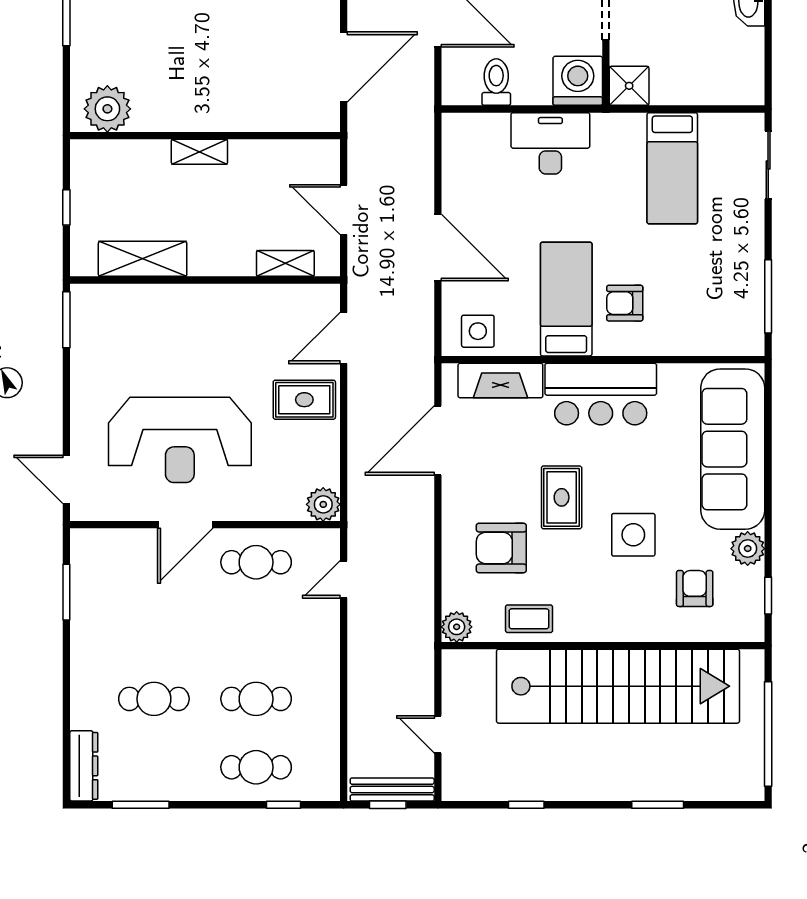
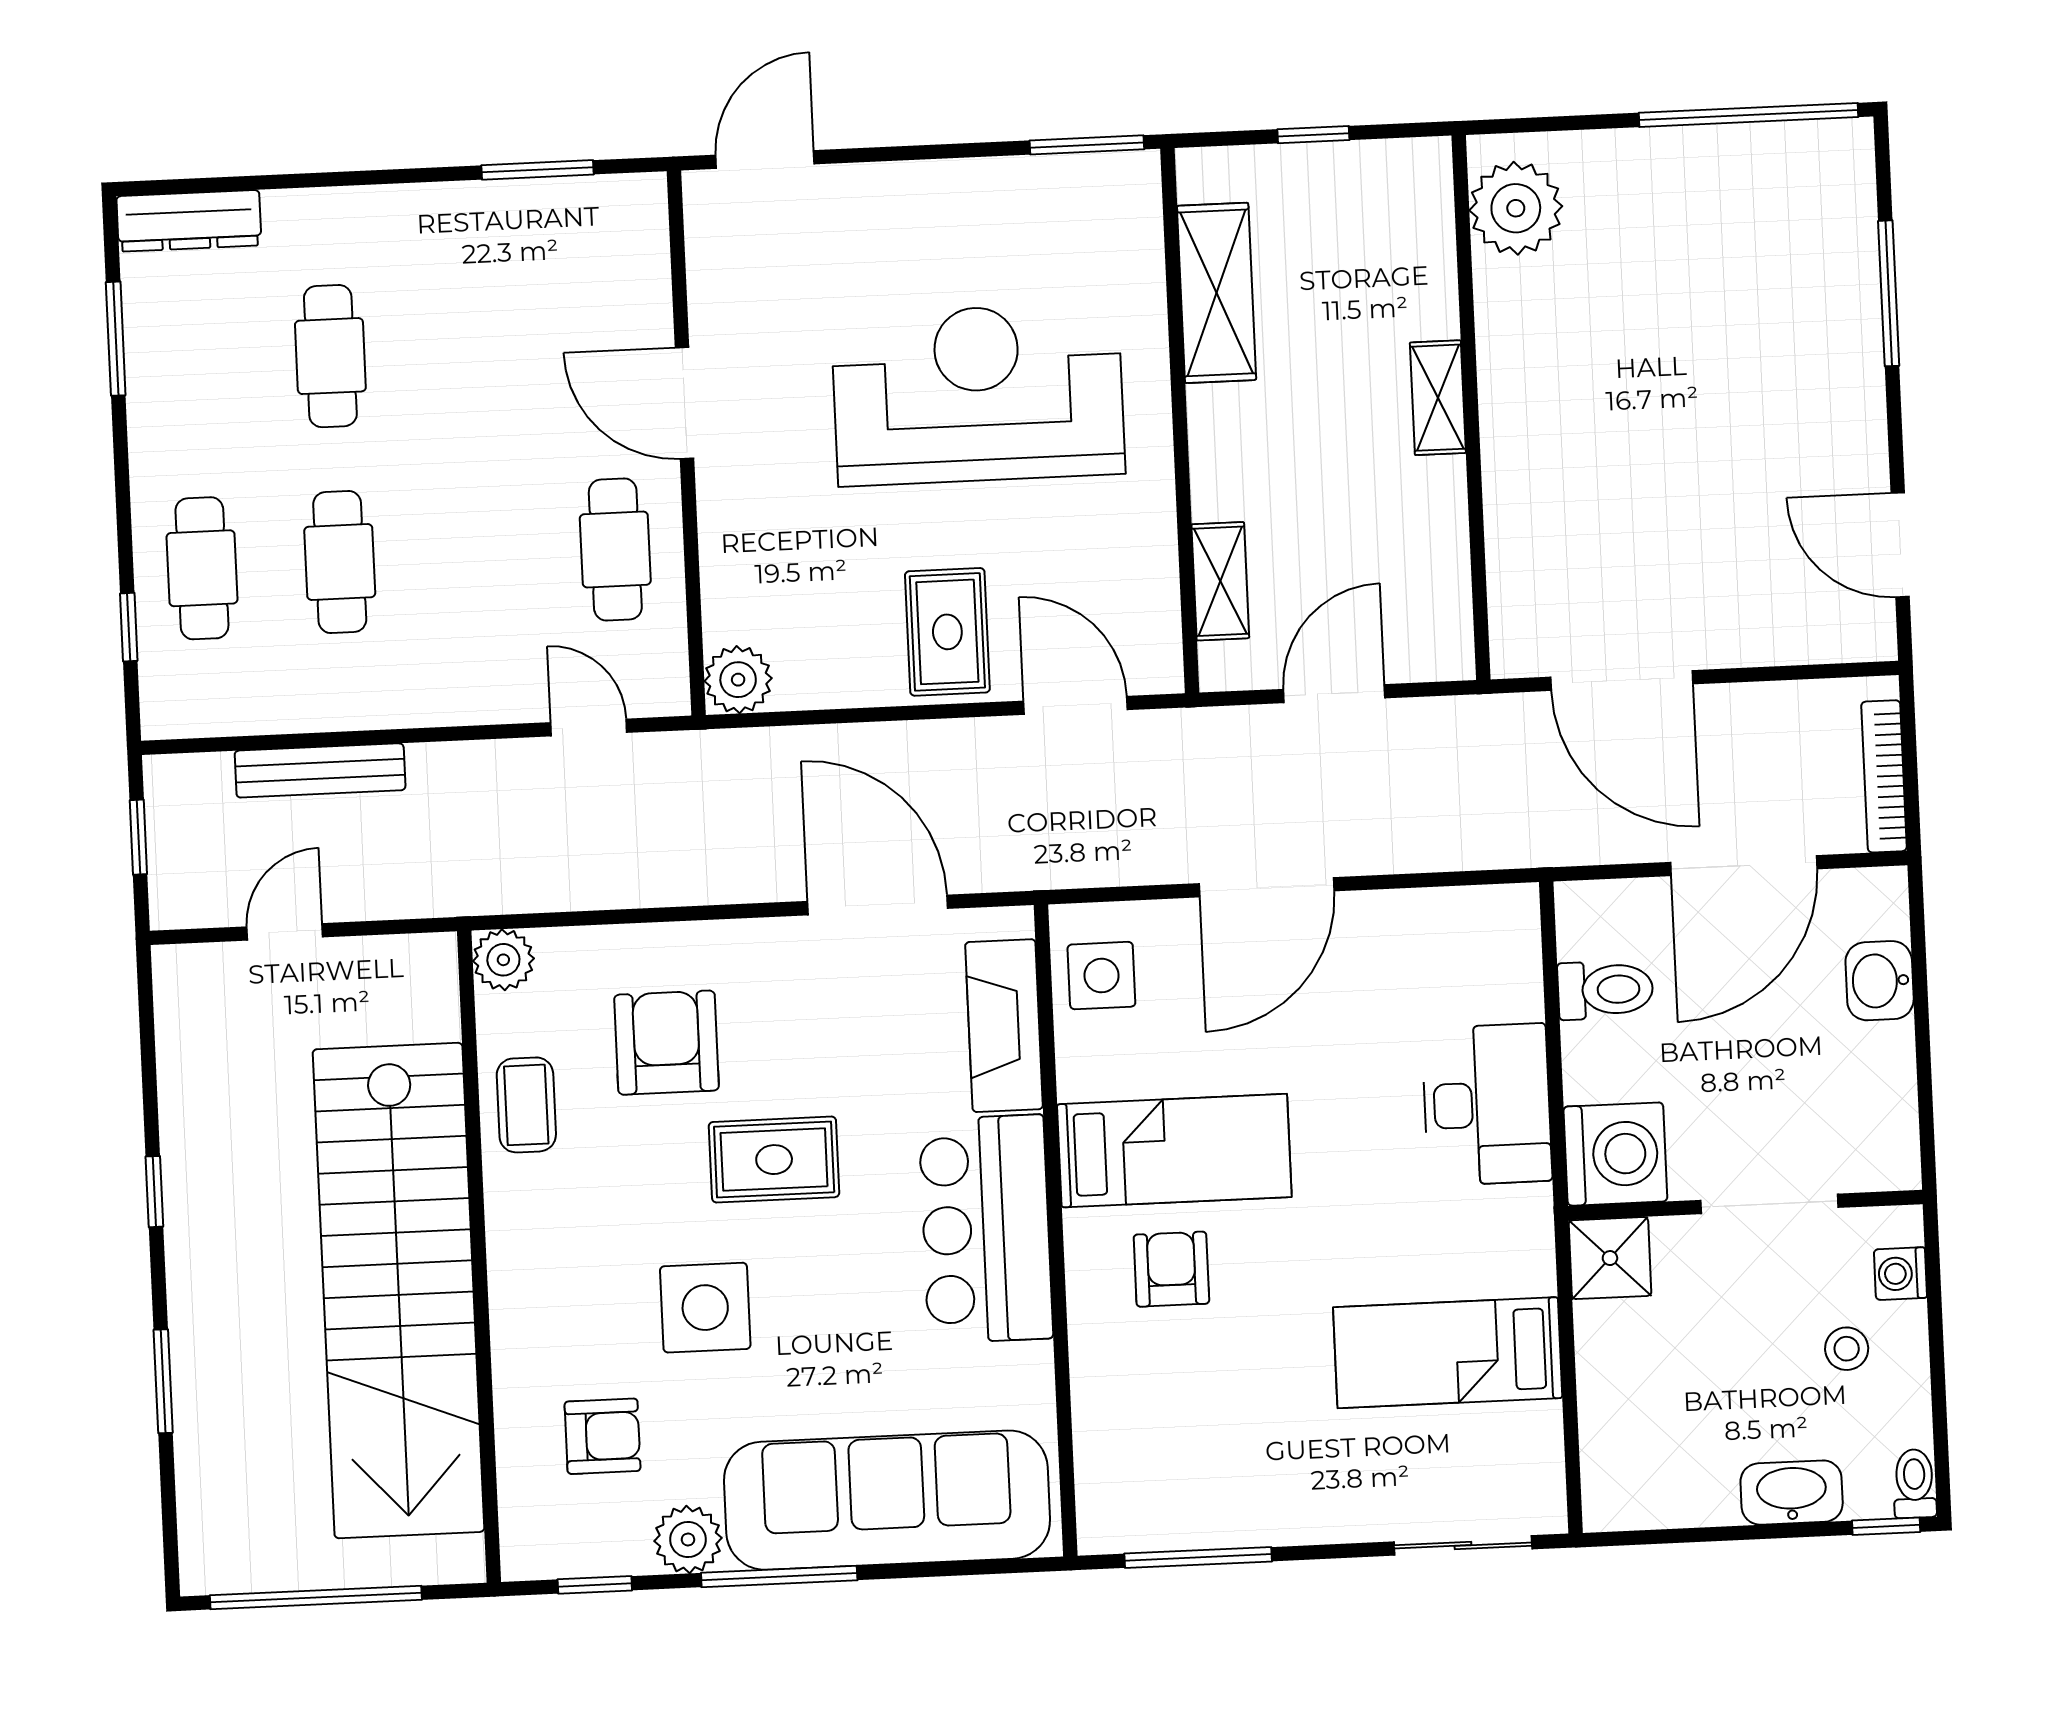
reception desk: (180, 440) -> (978, 394), moved, turned 90
window: (768, 504) -> (779, 1577), added
bench: (392, 790) -> (320, 770), moved, turned 90
window: (526, 805) -> (154, 1192), moved

